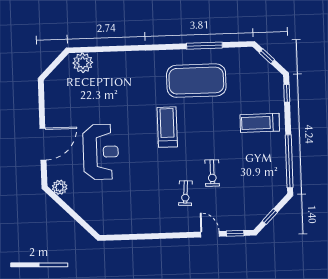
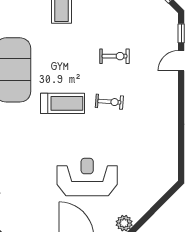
treadmill: (167, 127) -> (63, 103), turned 180
exercise bike: (185, 193) -> (109, 102), moved

